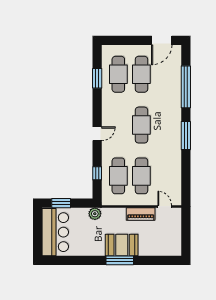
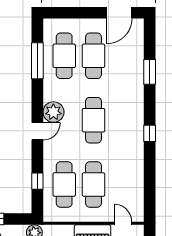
window: (97, 78) -> (37, 61), width x1.44
window: (186, 87) -> (150, 72), width x0.47
plant: (110, 119) -> (53, 112), added
window: (186, 135) -> (150, 133), width x0.46

